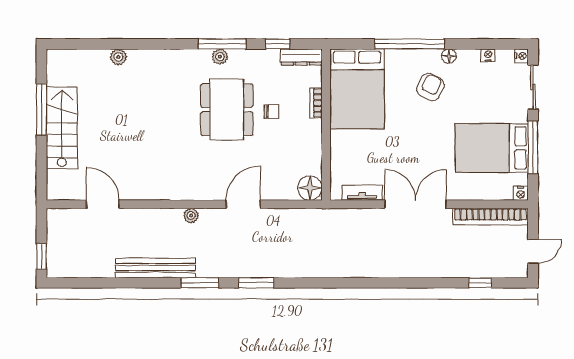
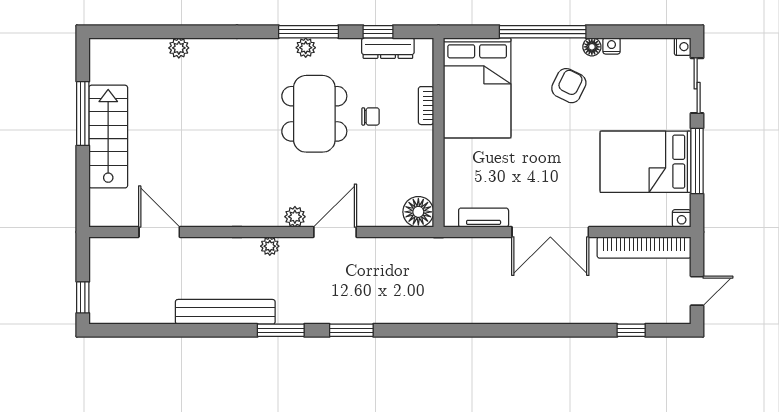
nightstand: (488, 55) -> (612, 46), moved
dresser: (301, 57) -> (388, 48), moved
plant: (211, 192) -> (295, 217), added
double door: (416, 204) -> (550, 232), swing flipped

